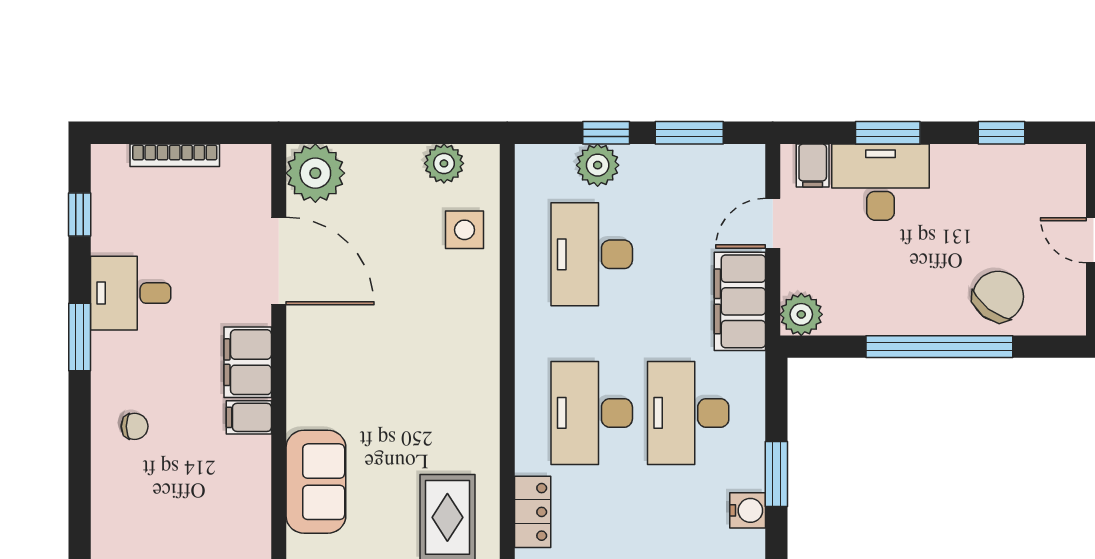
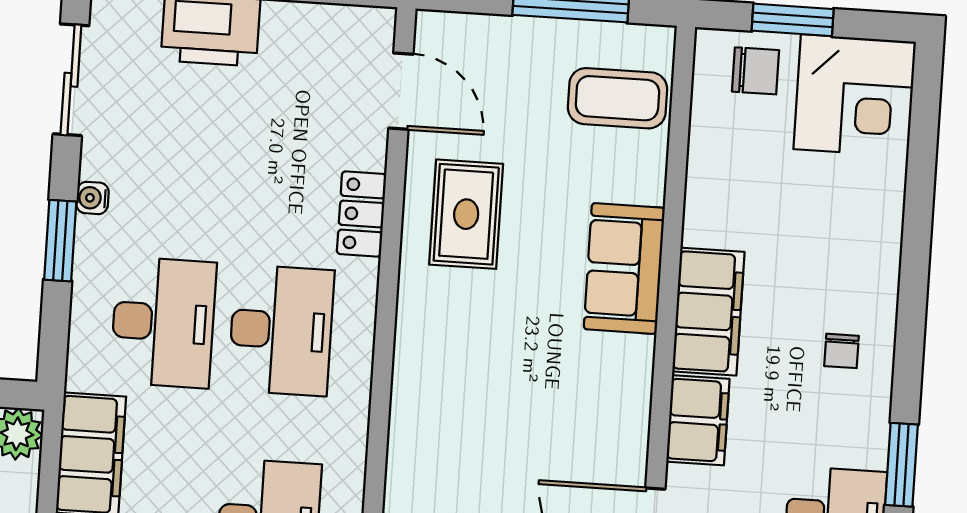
filing cabinet: (249, 417) -> (708, 312), width x3.00, depth x1.17
chair: (135, 426) -> (841, 351), turned -90
water cooler: (748, 510) -> (92, 198), width x0.72, depth x0.72

